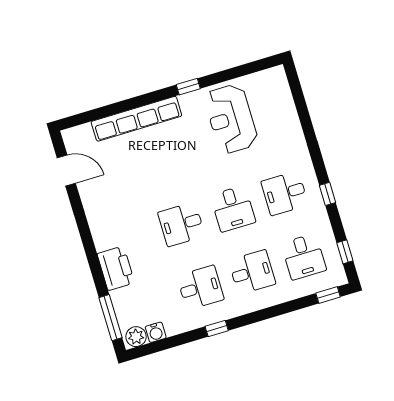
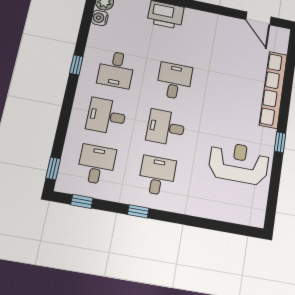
door: (66, 171) -> (258, 18), hinge flipped
desk: (304, 257) -> (96, 165), turned 90
desk: (252, 272) -> (106, 116), turned 90

